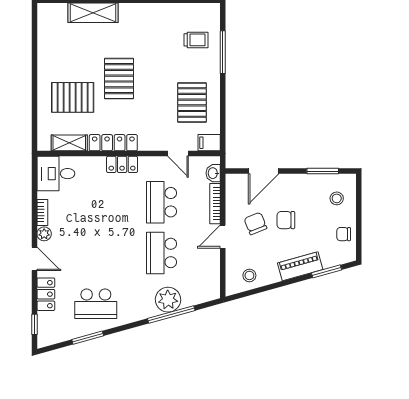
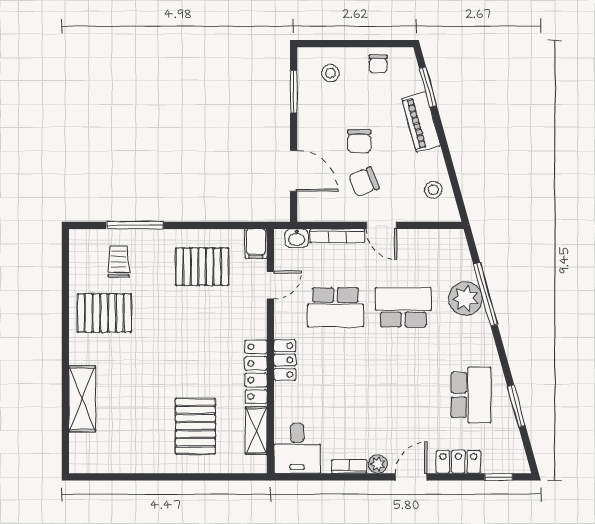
pallet: (119, 79) -> (104, 313), moved
school desk: (162, 253) -> (403, 307), turned 180

